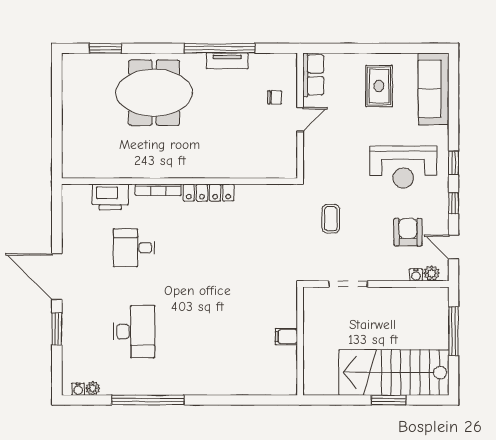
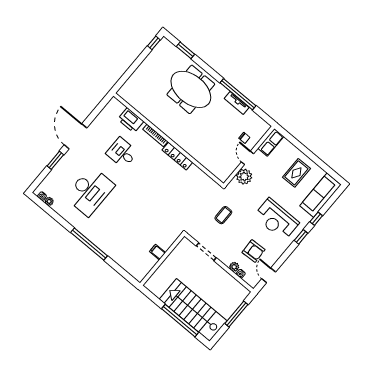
window: (57, 73) -> (154, 43), added
door: (300, 119) -> (247, 158), swing flipped
plant: (316, 147) -> (244, 177), added
window: (454, 203) -> (316, 219), moved
armchair: (408, 232) -> (254, 251), turned 87
plant: (432, 273) -> (234, 267), moved
desk: (134, 332) -> (90, 191), width x1.36, depth x1.30
window: (148, 400) -> (89, 244), moved
window: (389, 400) -> (180, 321), width x2.11

